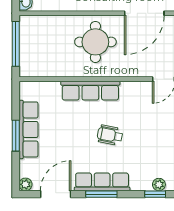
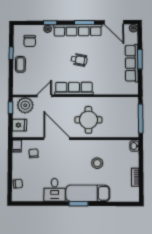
door: (144, 13) -> (57, 139), hinge flipped
row of seats: (90, 91) -> (74, 88), moved
row of seats: (102, 182) -> (78, 30), width x1.36
door: (56, 194) -> (114, 22), hinge flipped

